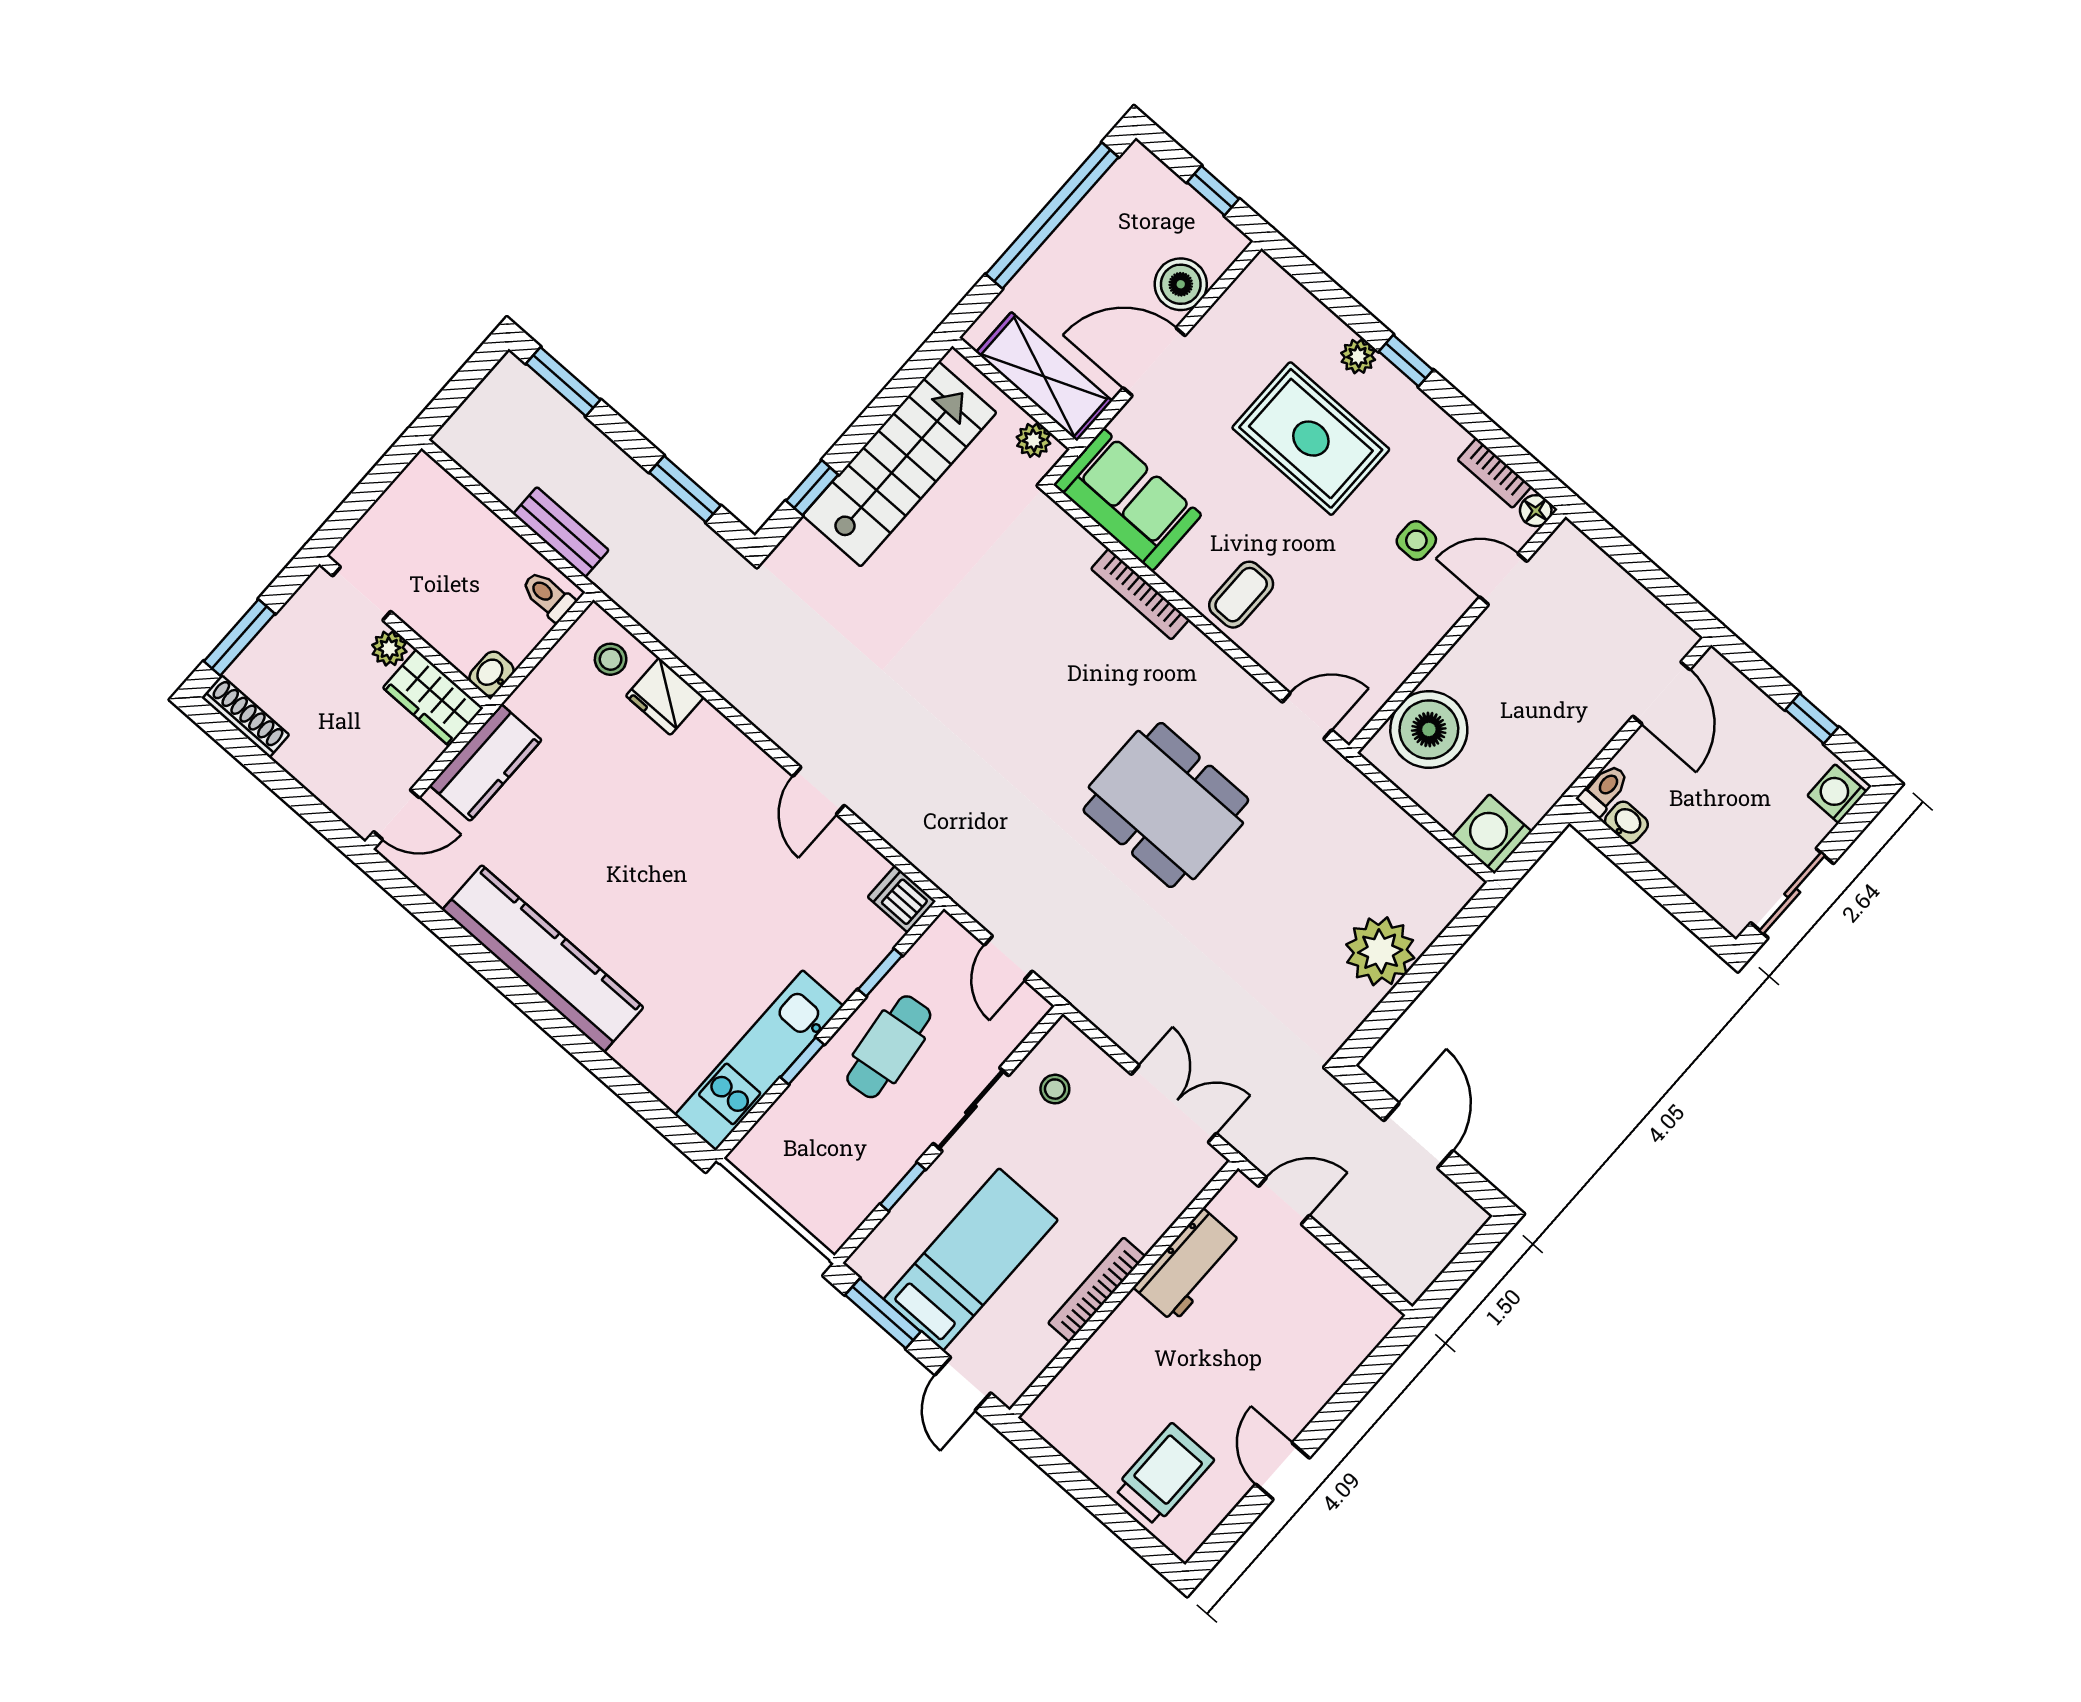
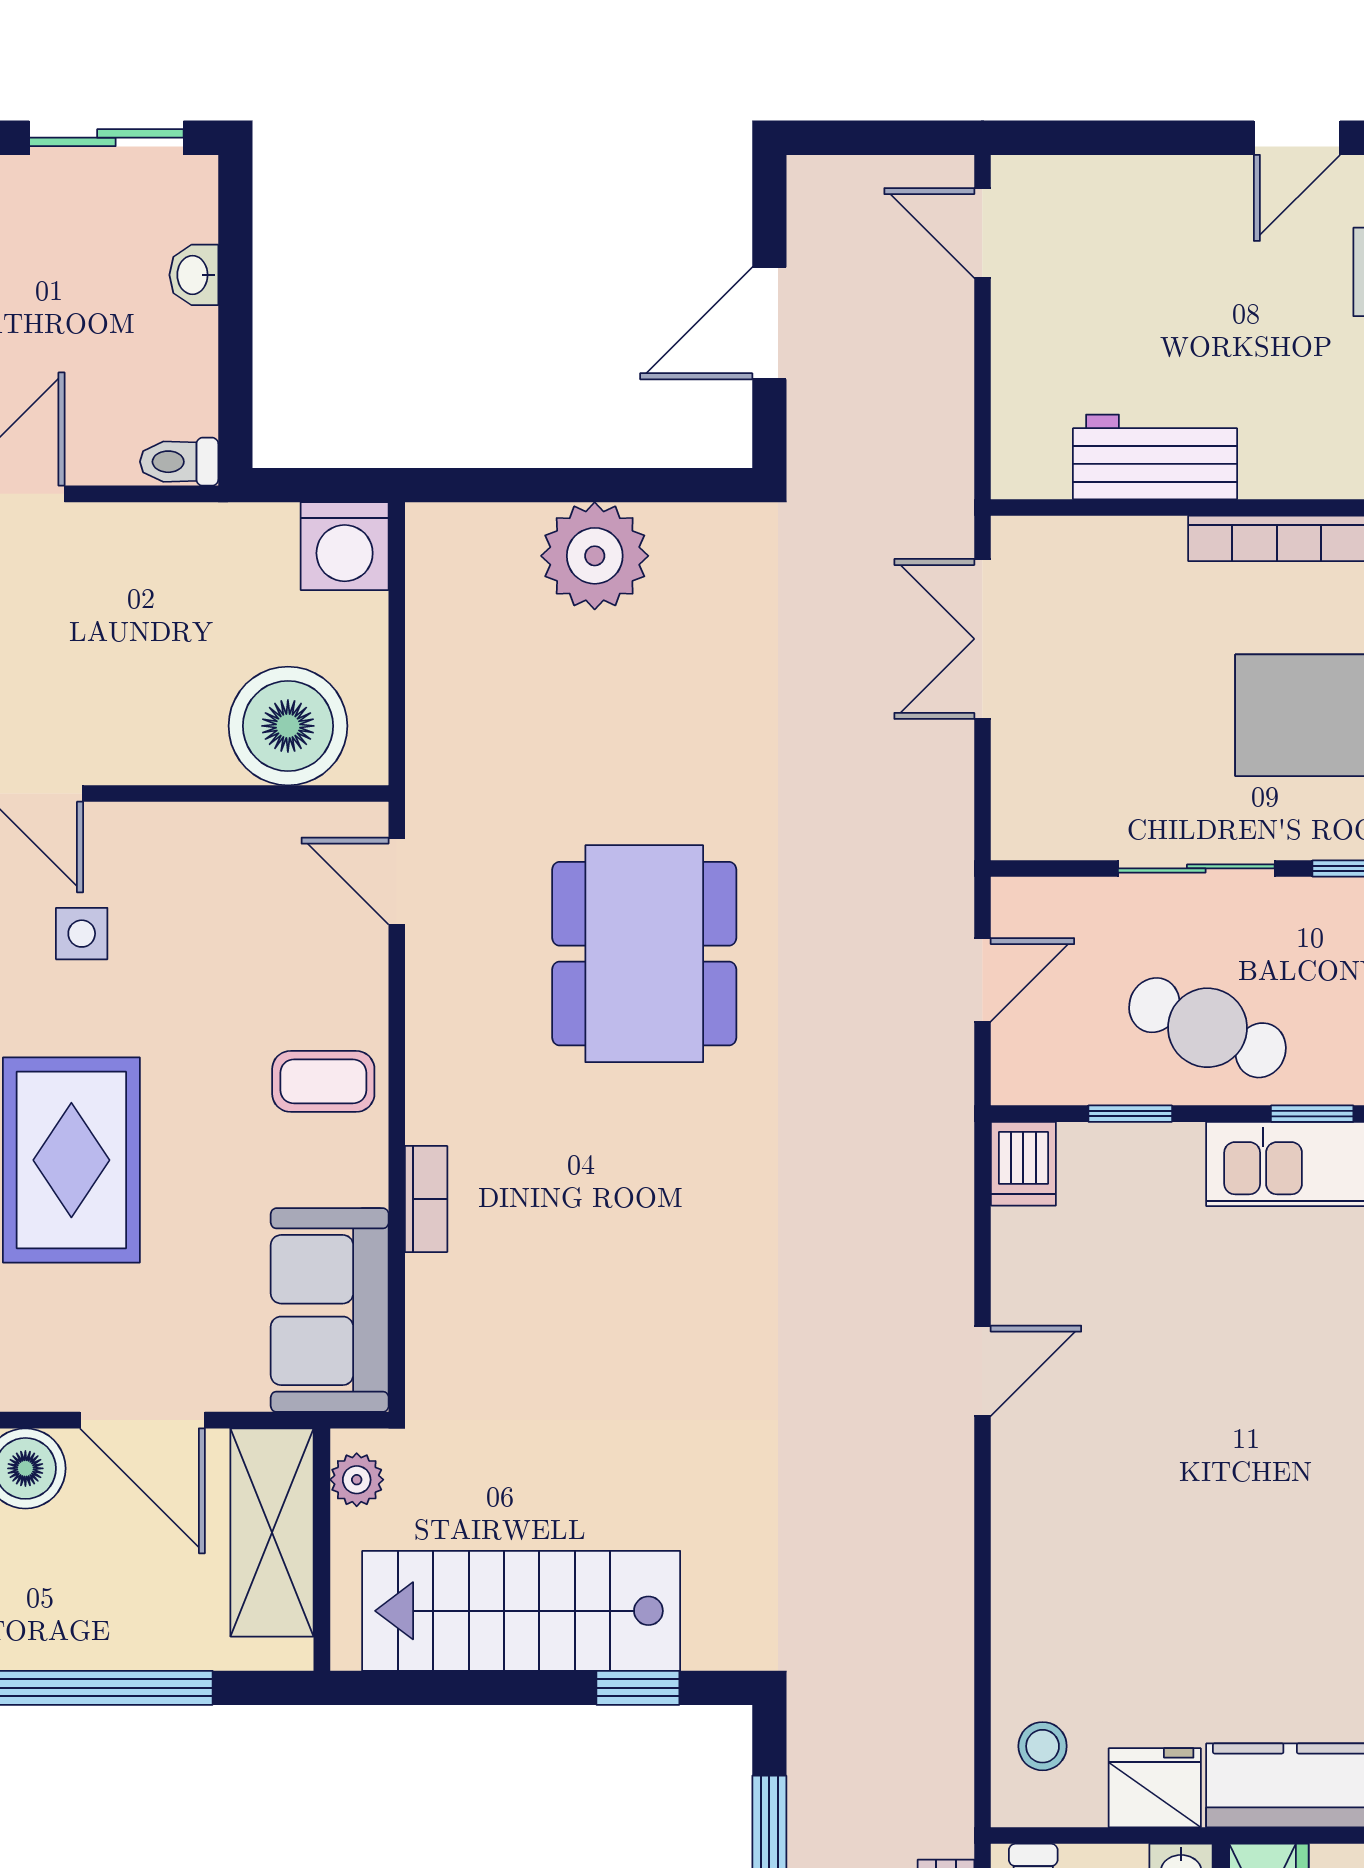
bookcase: (1140, 594) -> (426, 1199), width x0.64
fridge: (665, 696) -> (1155, 1788), moved, turned -90
washbasin: (1626, 823) -> (194, 275), moved
cafe table: (889, 1047) -> (1207, 1028), turned 30
stool: (1055, 1089) -> (1087, 792), removed
door: (1284, 1201) -> (982, 233), moved

